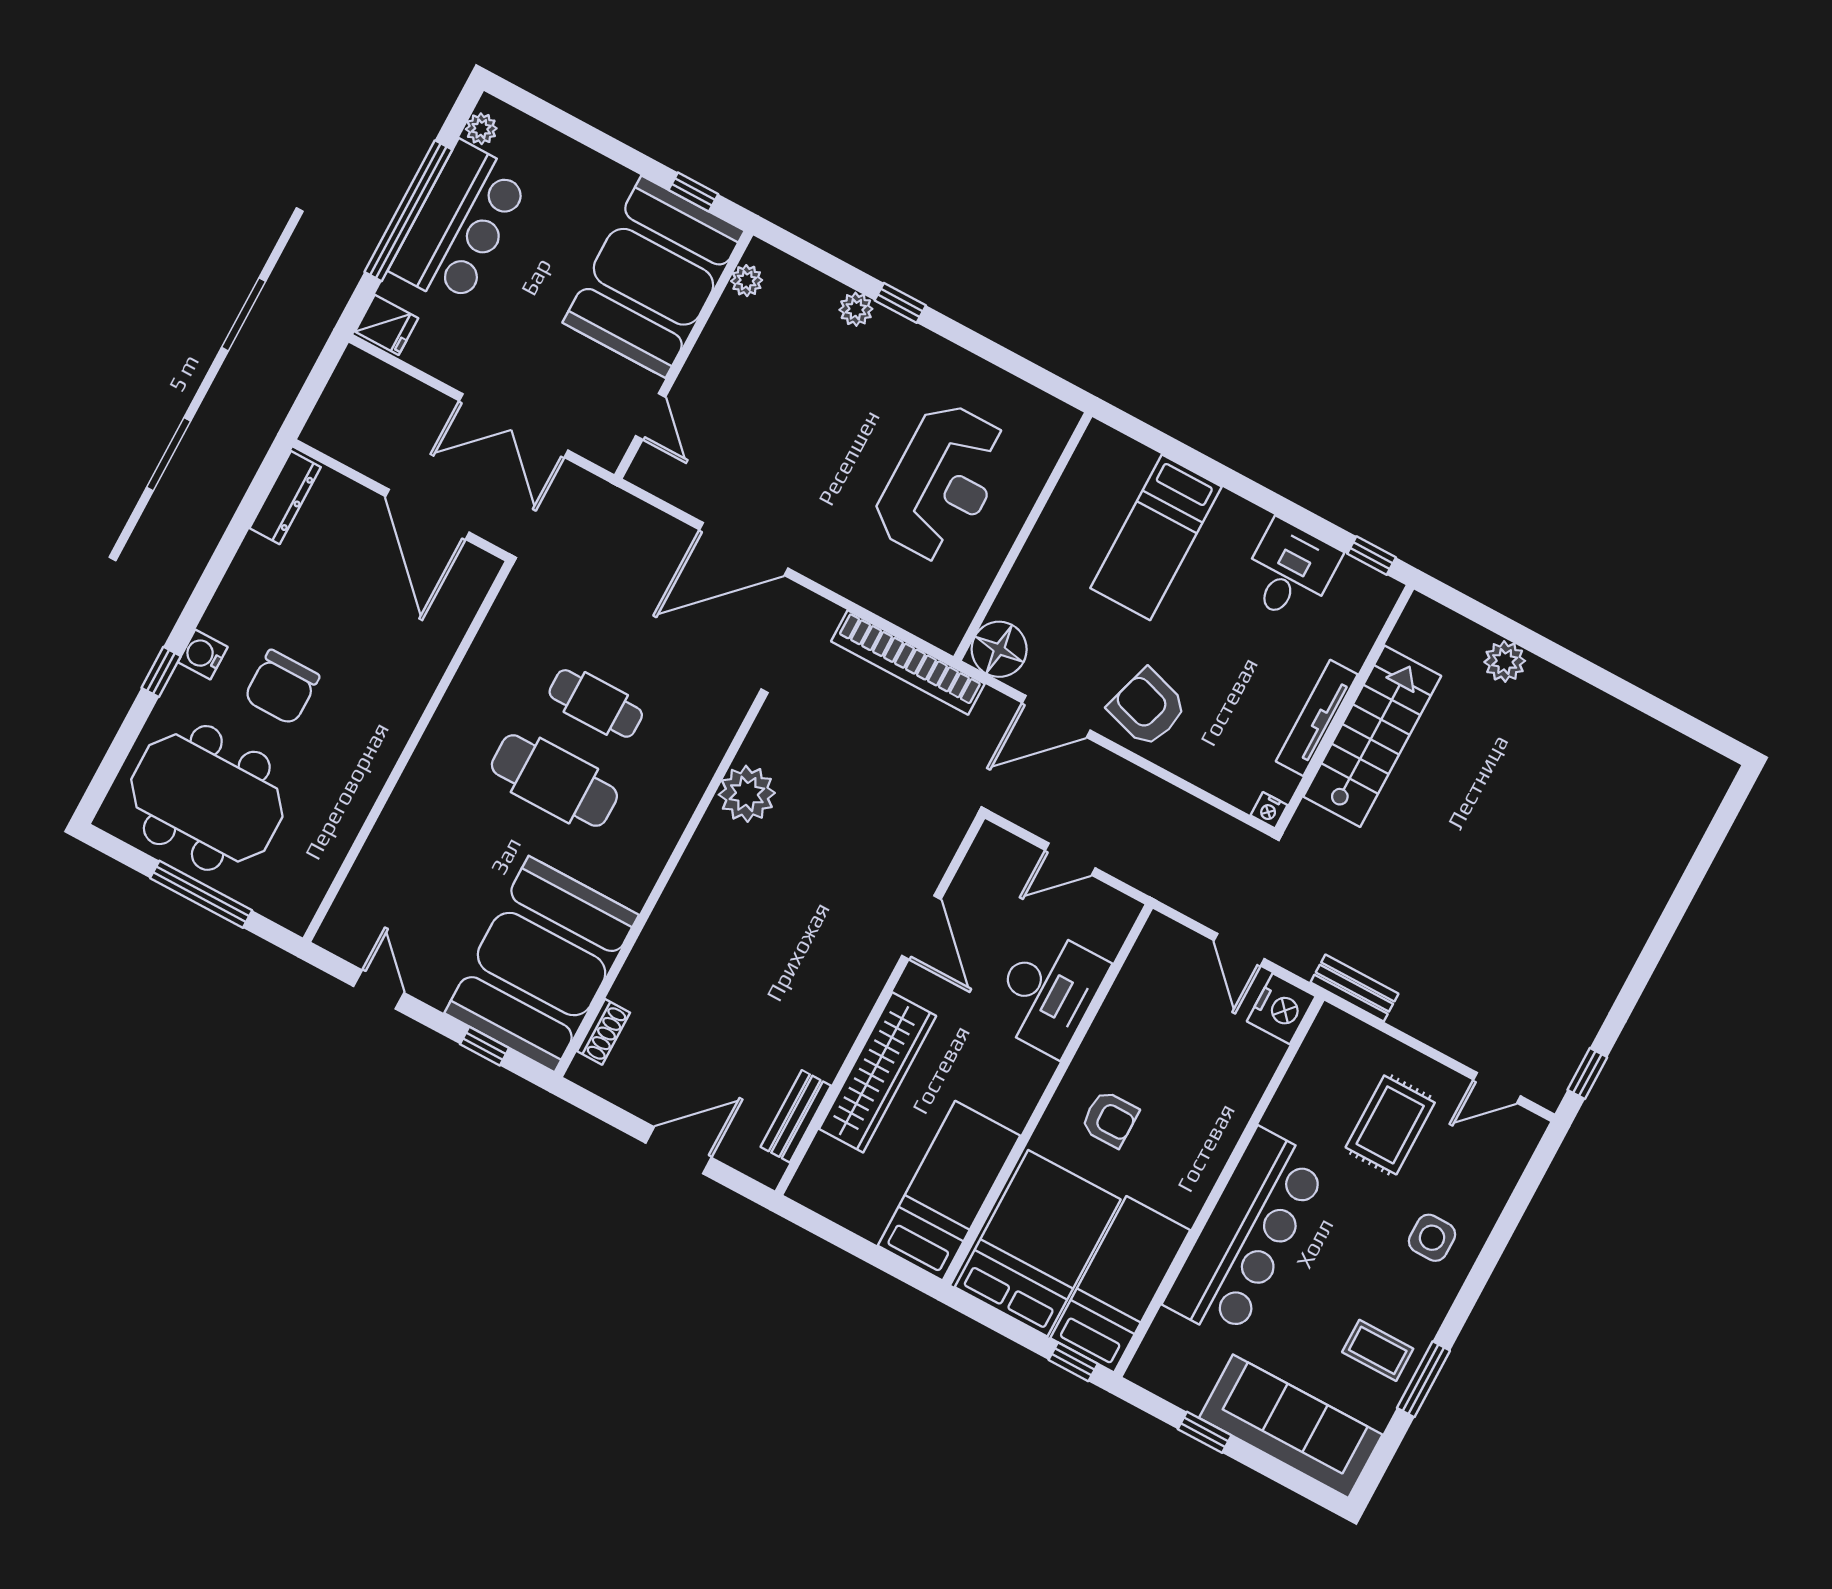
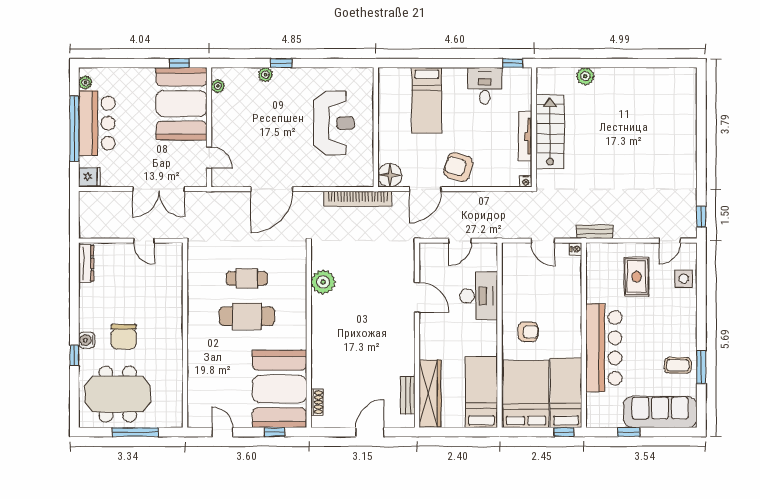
door: (427, 514) -> (144, 241), width x0.53
nightstand: (1281, 1009) -> (576, 249), width x0.53, depth x0.56
wardrobe: (878, 1072) -> (430, 393), moved
side table: (1432, 1238) -> (684, 279), moved

